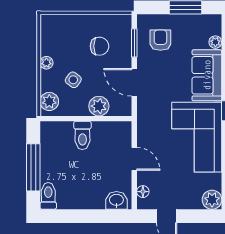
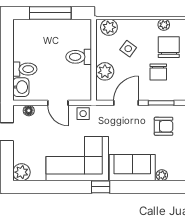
chair: (72, 34) -> (169, 47), added
plant: (46, 63) -> (164, 25), moved
side table: (146, 130) -> (83, 114), added
door: (134, 159) -> (58, 103), hinge flipped
toilet: (48, 196) -> (25, 69), moved

